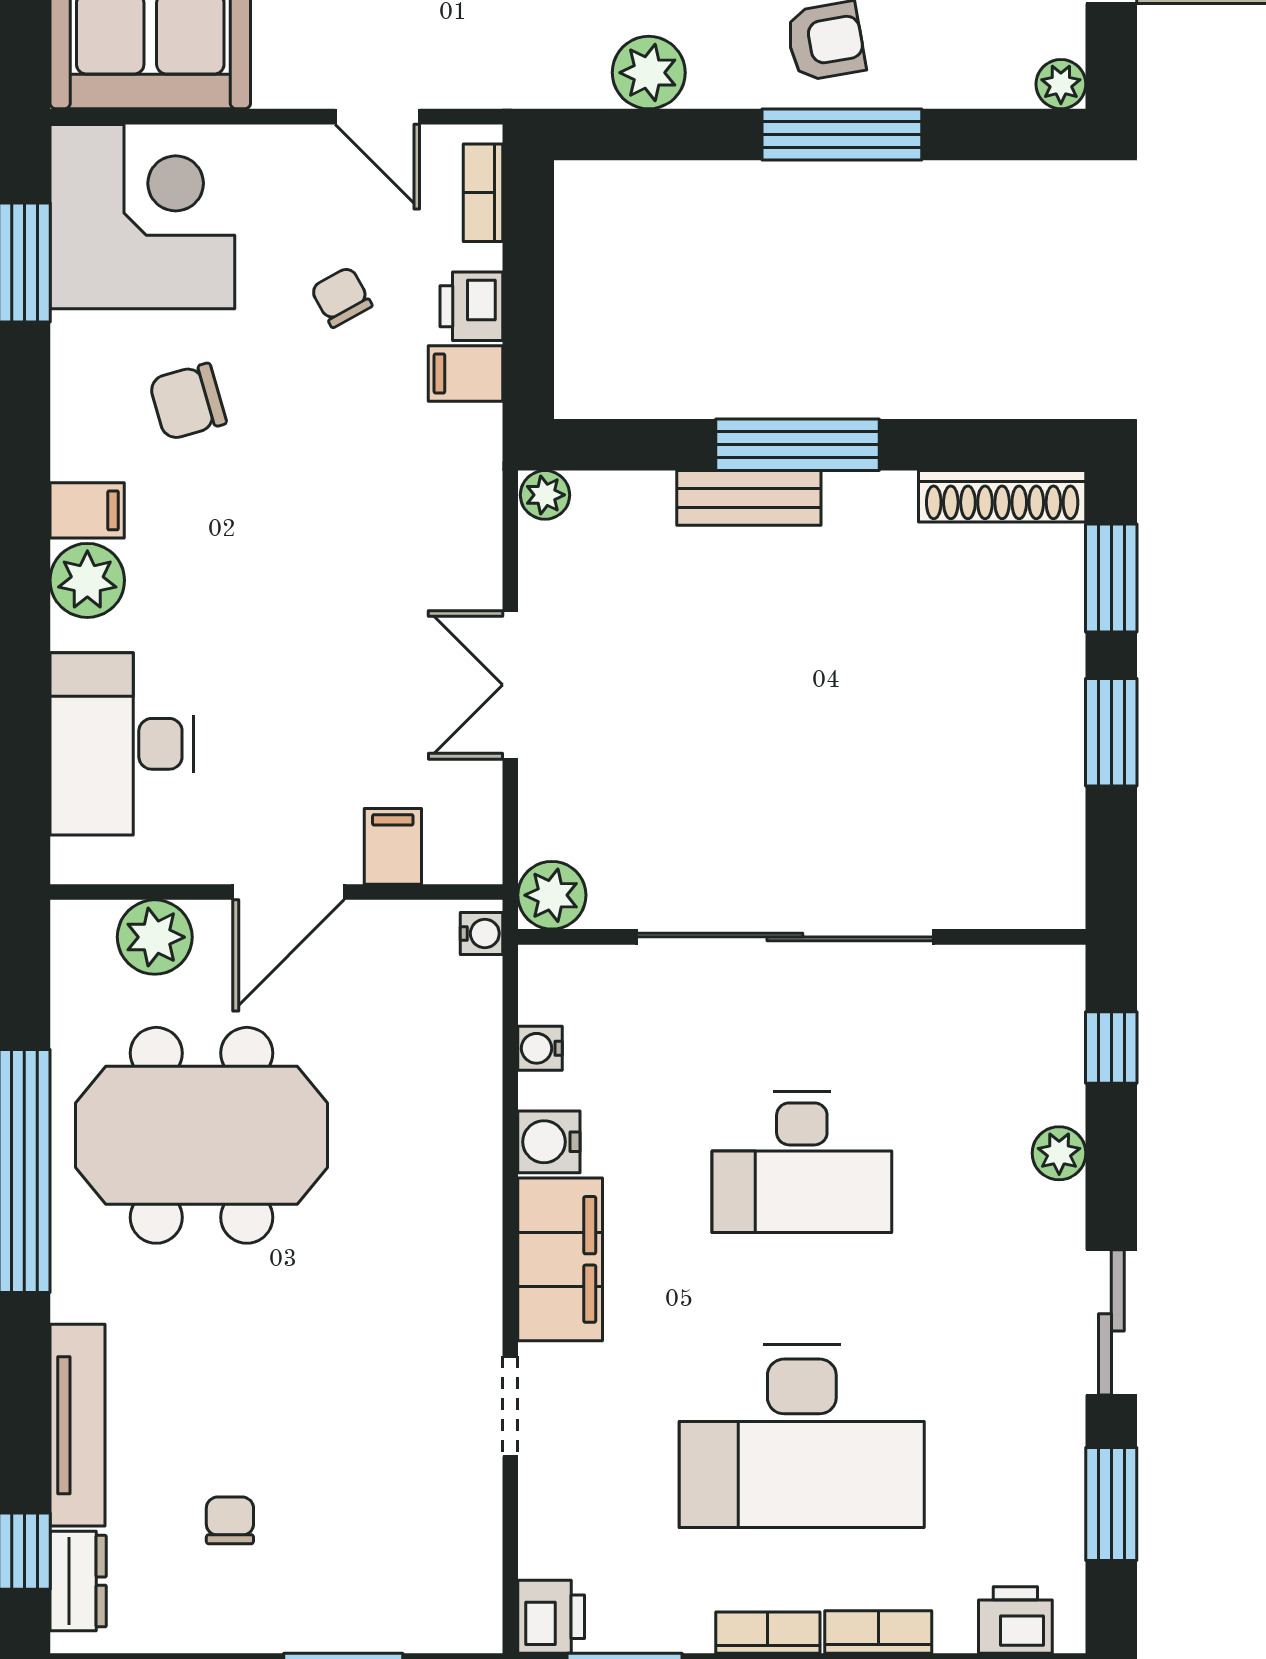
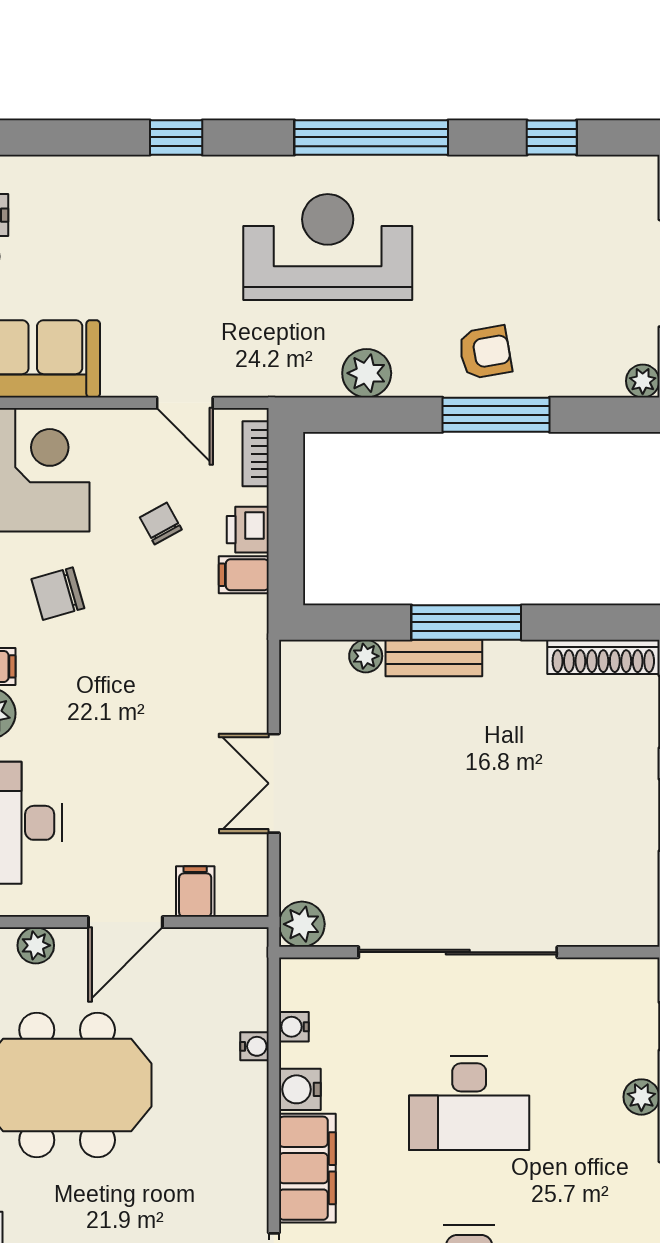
plant: (545, 495) -> (366, 656), moved
water cooler: (481, 933) -> (255, 1046), moved
plant: (155, 937) -> (36, 945), width x0.73, depth x0.73

